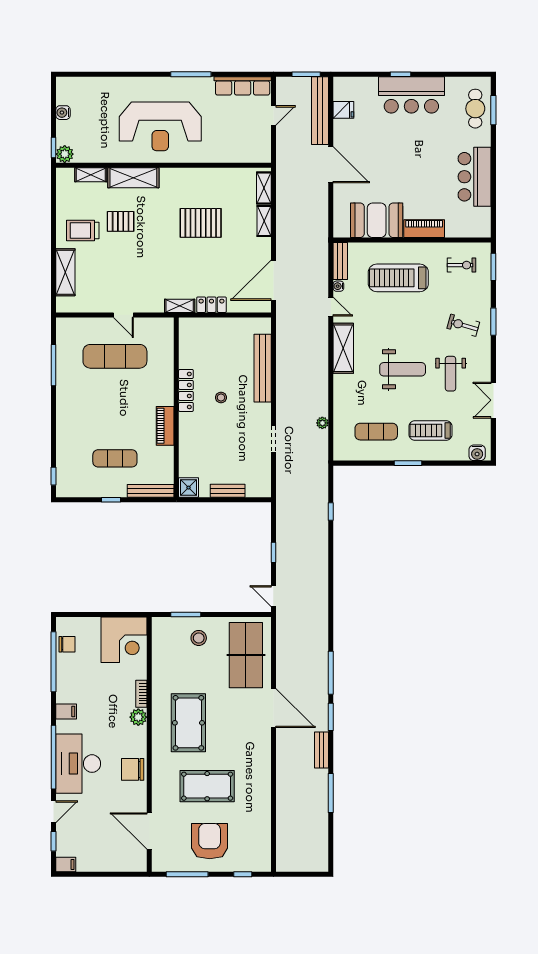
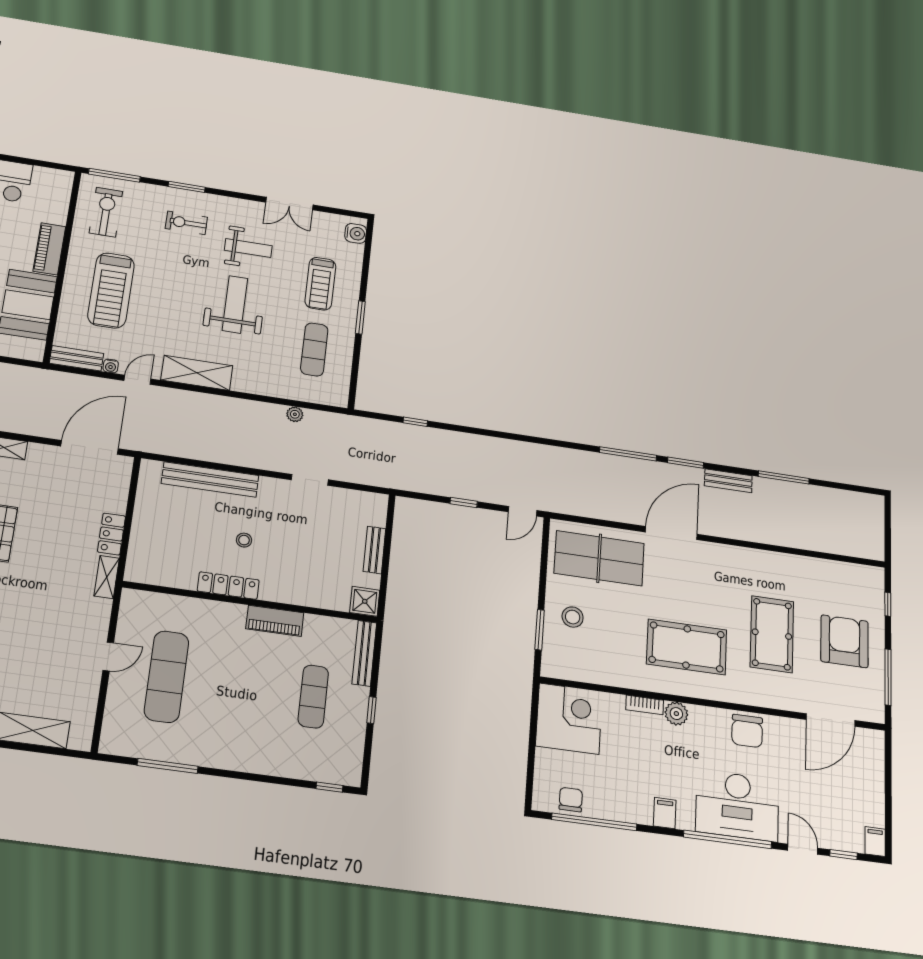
exercise bike: (461, 265) -> (106, 212), width x1.38, depth x1.39
window: (493, 267) -> (114, 175), width x1.44
door: (273, 280) -> (89, 447), swing flipped
exercise bike: (463, 325) -> (186, 223), turned 74
armchair: (210, 841) -> (844, 641), turned 90

